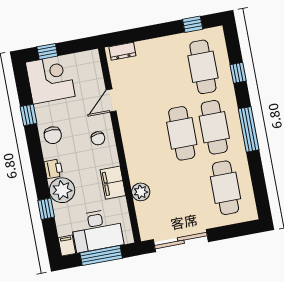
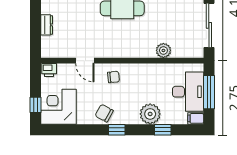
dresser: (122, 51) -> (47, 25), moved
window: (29, 115) -> (117, 130), moved
chair: (53, 135) -> (104, 113), turned -151
printer: (53, 169) -> (49, 70), moved, turned 180
filing cabinet: (113, 183) -> (152, 72), removed

